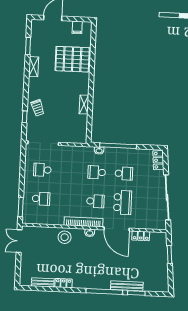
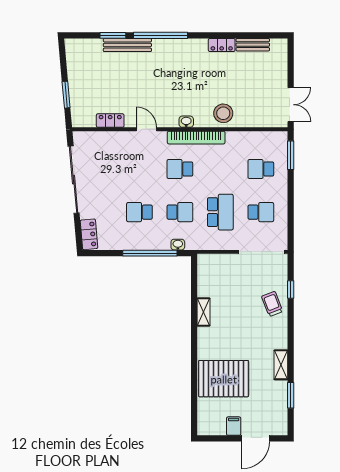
filing cabinet: (77, 27) -> (234, 426), moved
school desk: (123, 202) -> (220, 212), moved, turned 180
door: (117, 229) -> (146, 129), width x0.53

